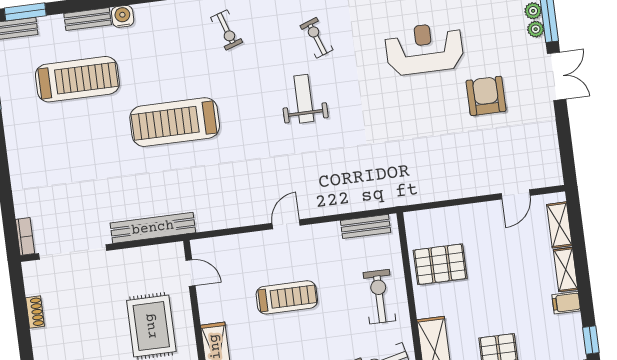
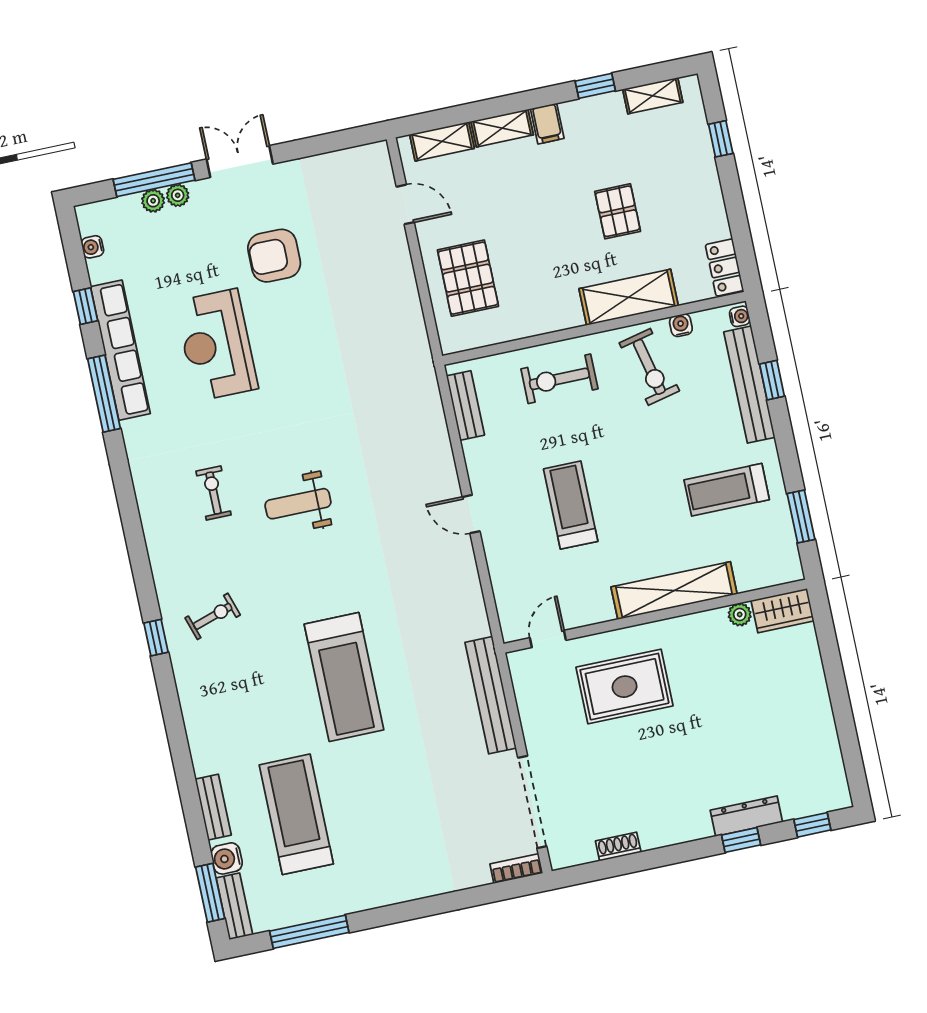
water cooler: (123, 16) -> (227, 858), moved
exercise bike: (317, 38) -> (214, 493), turned 110
pallet: (440, 264) -> (468, 278), moved

